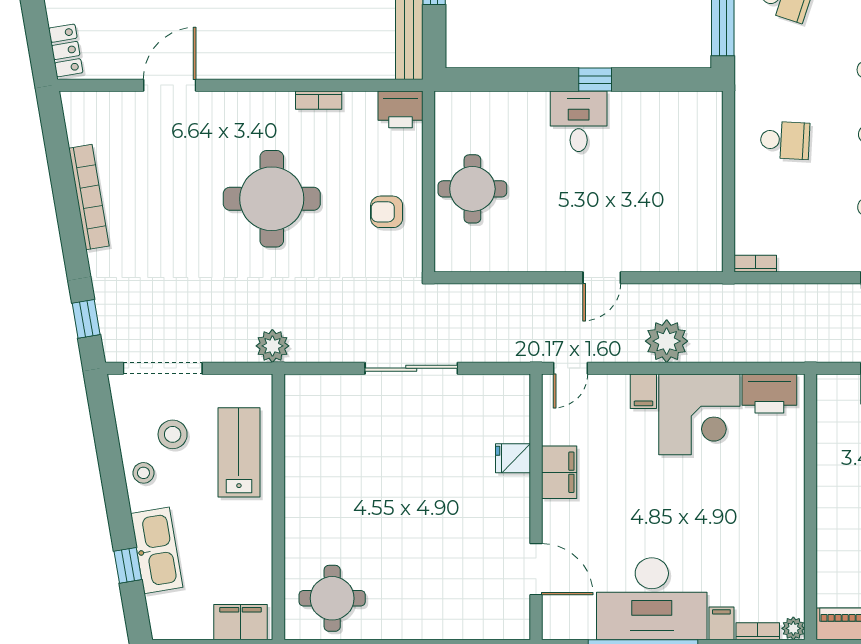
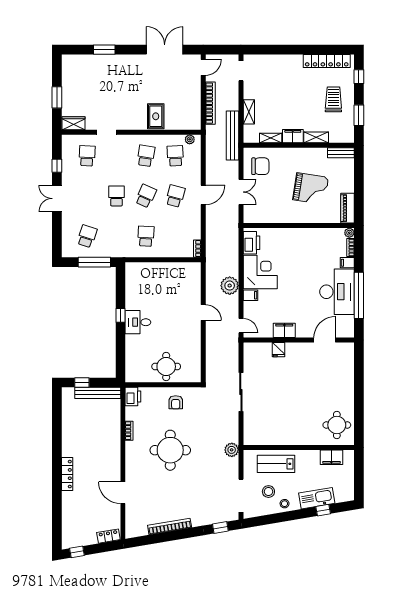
filing cabinet: (240, 622) -> (331, 457), moved, turned -90

